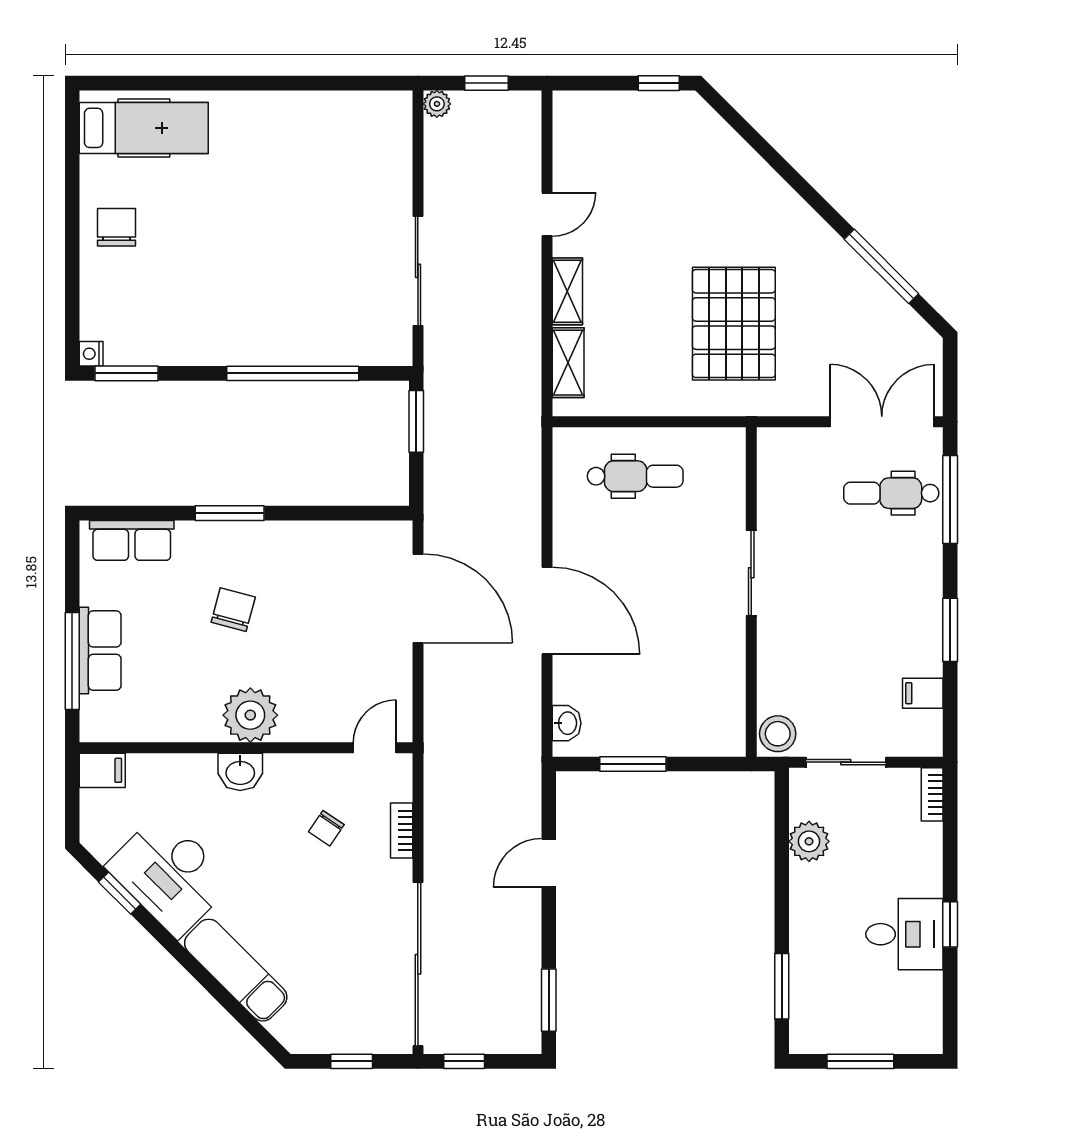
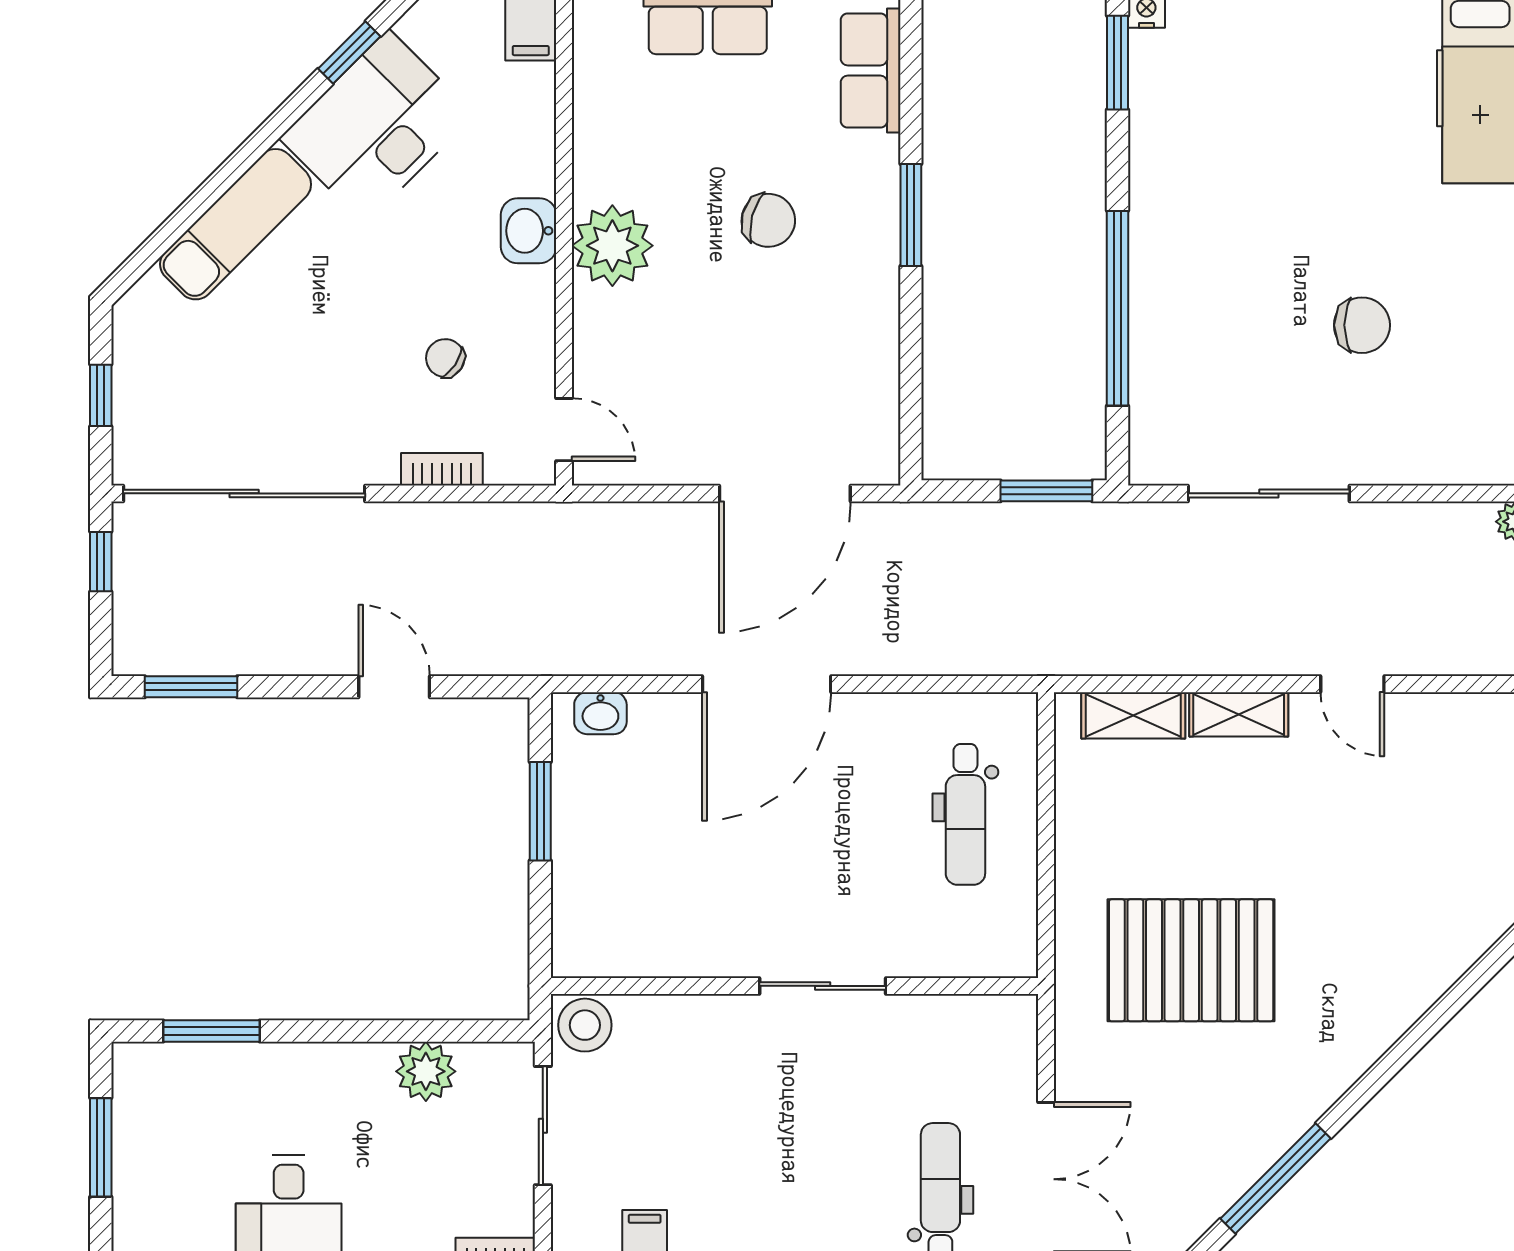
chair: (116, 227) -> (1362, 325), moved

